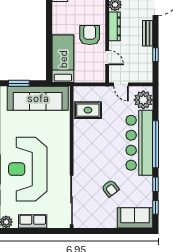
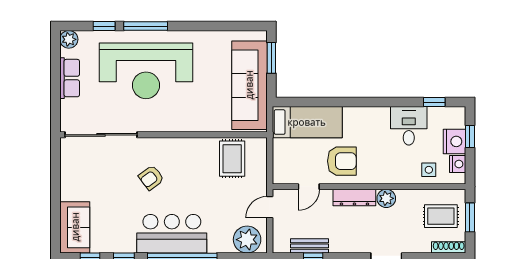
bench: (148, 33) -> (310, 246), moved
bar counter: (139, 143) -> (172, 234), width x0.73
reception desk: (28, 169) -> (146, 71), turned 180
armchair: (110, 188) -> (151, 178), moved

